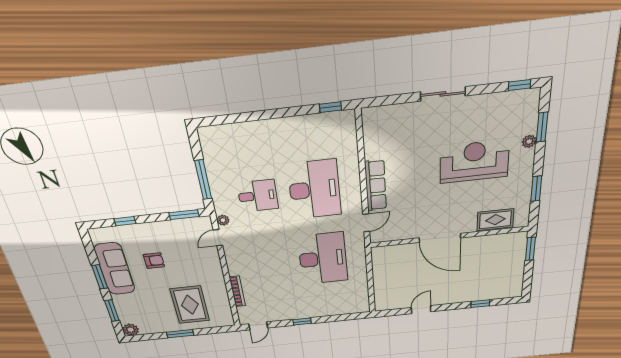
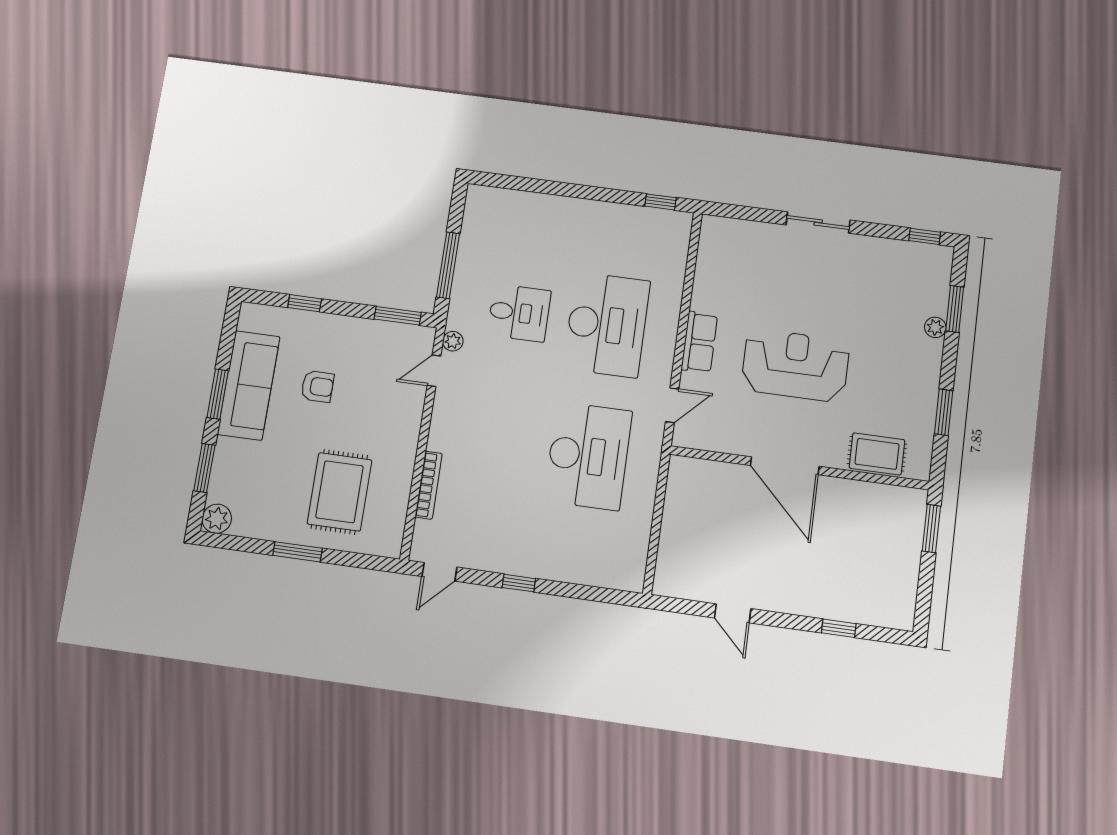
reception desk: (474, 162) -> (795, 365), moved
row of seats: (376, 186) -> (699, 342), width x0.68
door: (421, 310) -> (733, 613), swing flipped

